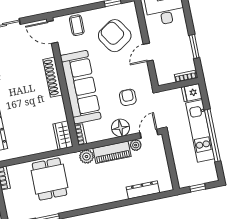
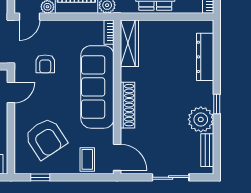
door: (148, 52) -> (11, 92), moved
floor lamp: (121, 128) -> (61, 30), removed
wardrobe: (63, 135) -> (129, 43), width x1.50

